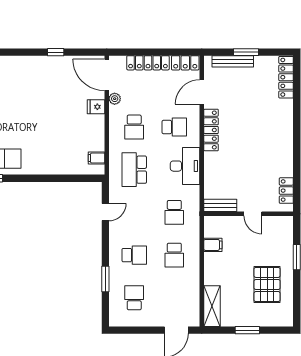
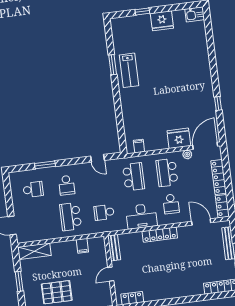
fridge: (96, 107) -> (179, 138), width x1.88, depth x1.34
school desk: (134, 127) -> (167, 173), width x1.85
locker: (211, 130) -> (160, 235), moved
school desk: (134, 170) -> (134, 177), turned 90
school desk: (174, 255) -> (71, 217), width x1.85

